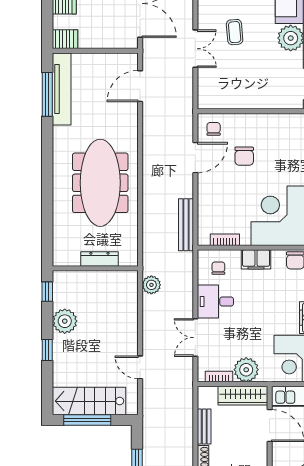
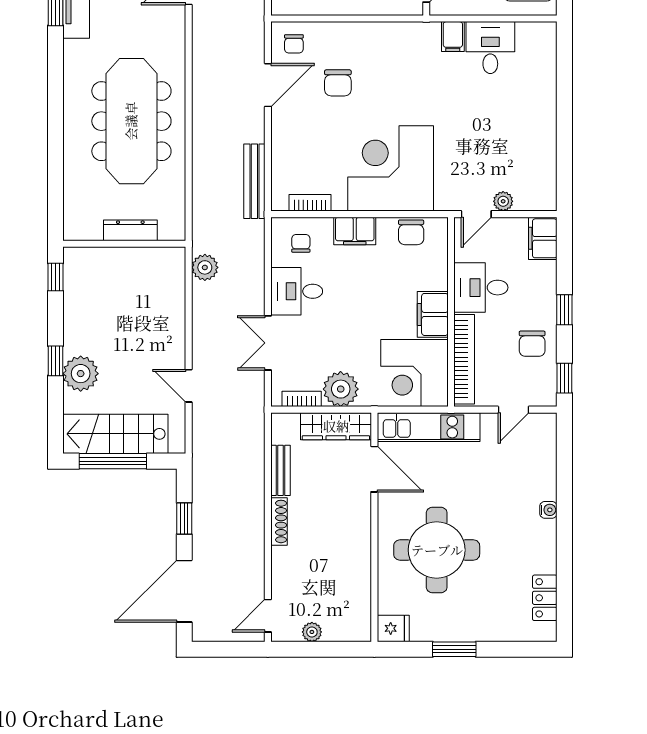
chair: (214, 129) -> (294, 44), turned 180
plant: (65, 321) -> (81, 374), moved

